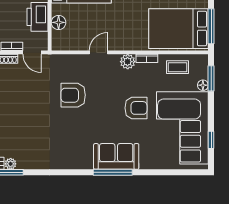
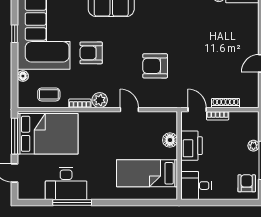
door: (98, 52) -> (129, 110), swing flipped
window: (211, 78) -> (15, 83), removed
armchair: (73, 95) -> (155, 66), turned 180
window: (211, 140) -> (15, 34), moved

